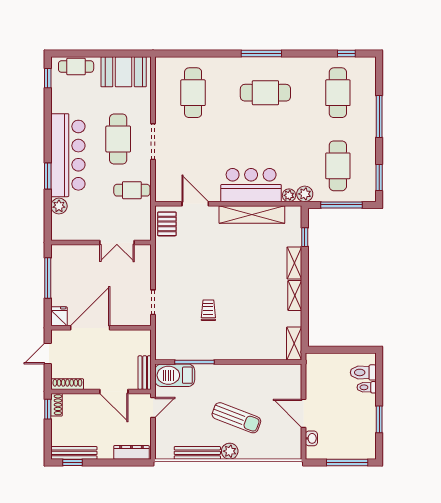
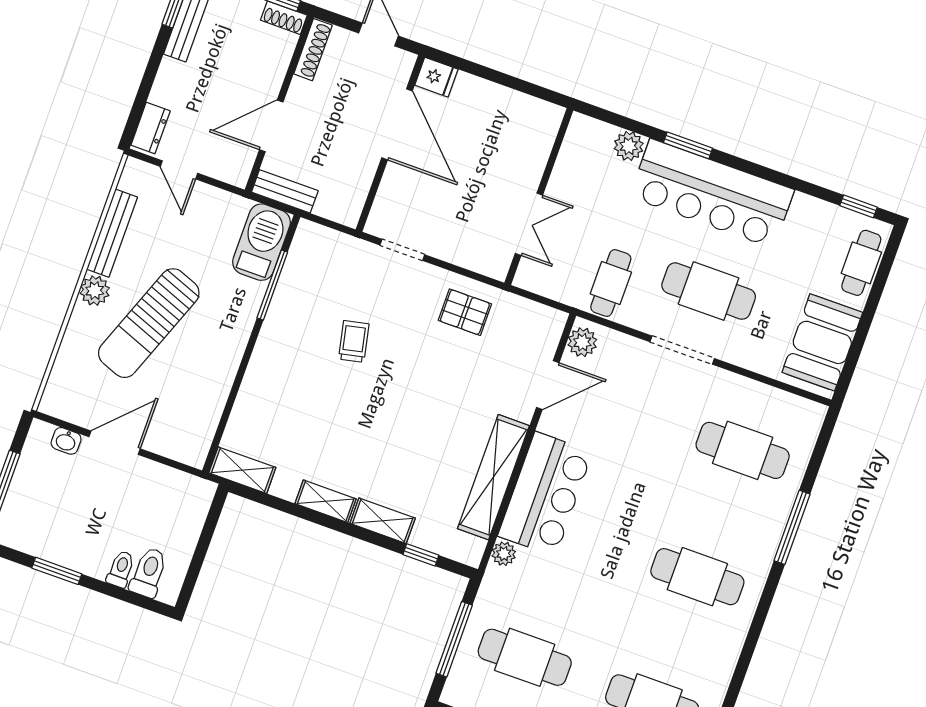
window: (261, 54) -> (792, 527), moved
cafe table: (265, 93) -> (697, 577), turned 90
plant: (305, 194) -> (582, 342), moved
pallet: (167, 224) -> (465, 312), moved
double door: (117, 242) -> (529, 224), swing flipped
window: (48, 278) -> (510, 82), removed
trolley: (208, 310) -> (354, 341), turned -102
door: (153, 407) -> (179, 170), moved
sun lounger: (236, 418) -> (149, 323), width x1.36, depth x1.34
dresser: (131, 452) -> (151, 128), width x0.70

